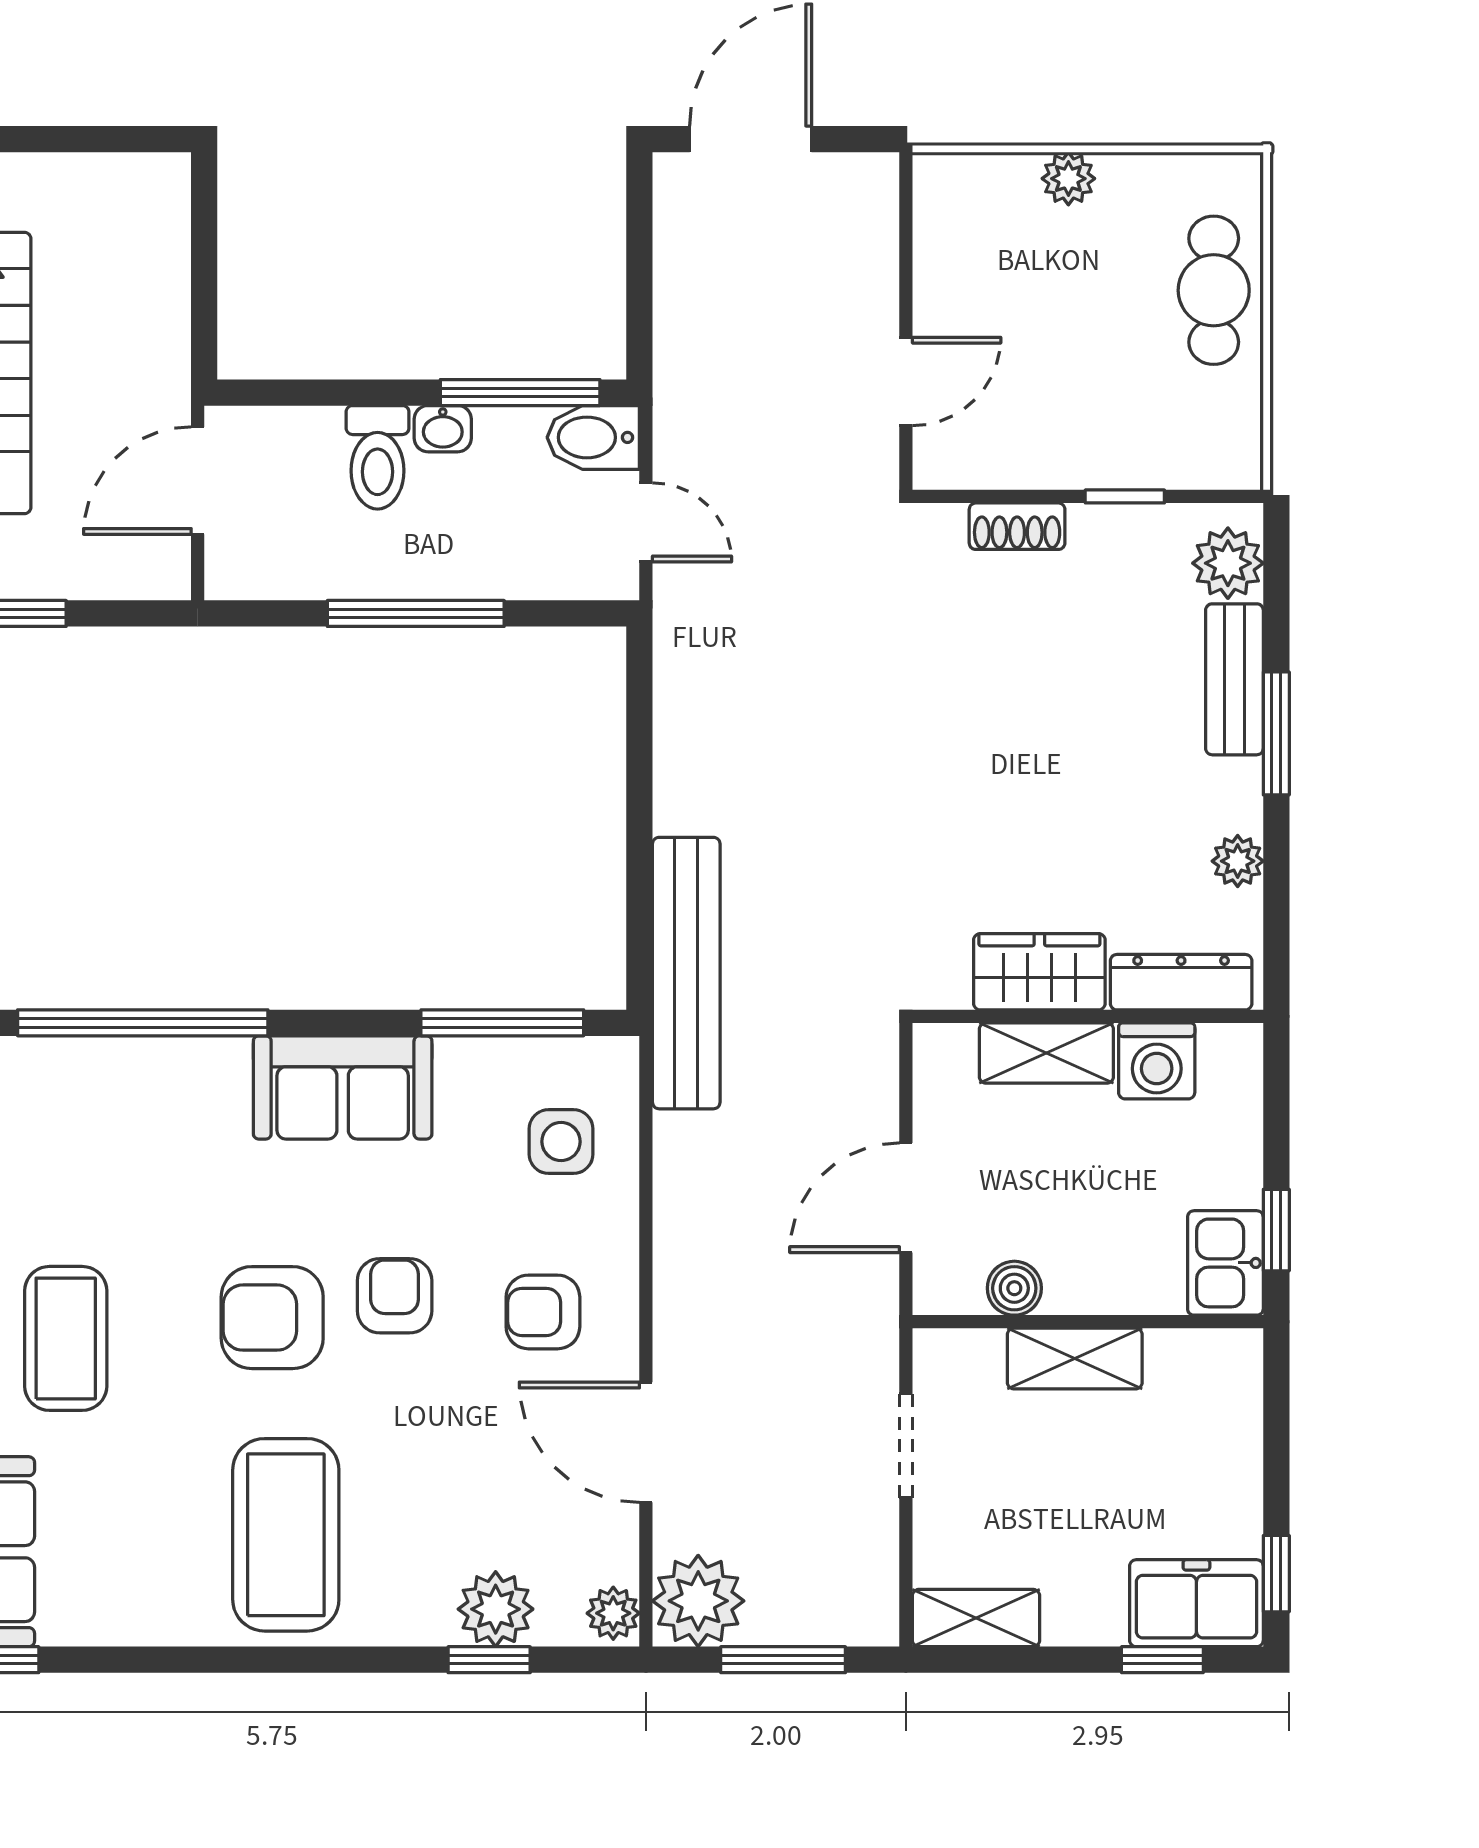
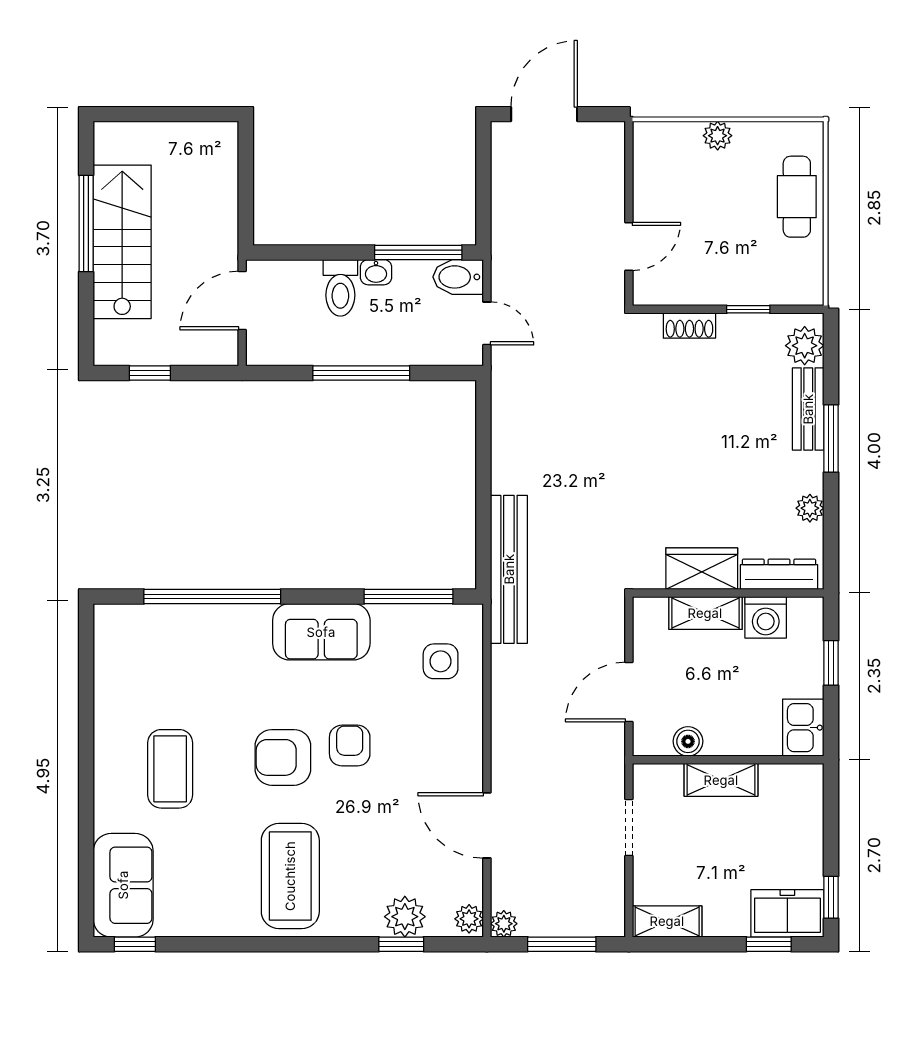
window: (1276, 1230) -> (831, 663), moved
armchair: (543, 1312) -> (431, 754), removed
plant: (698, 1601) -> (504, 924), width x0.53, depth x0.53

